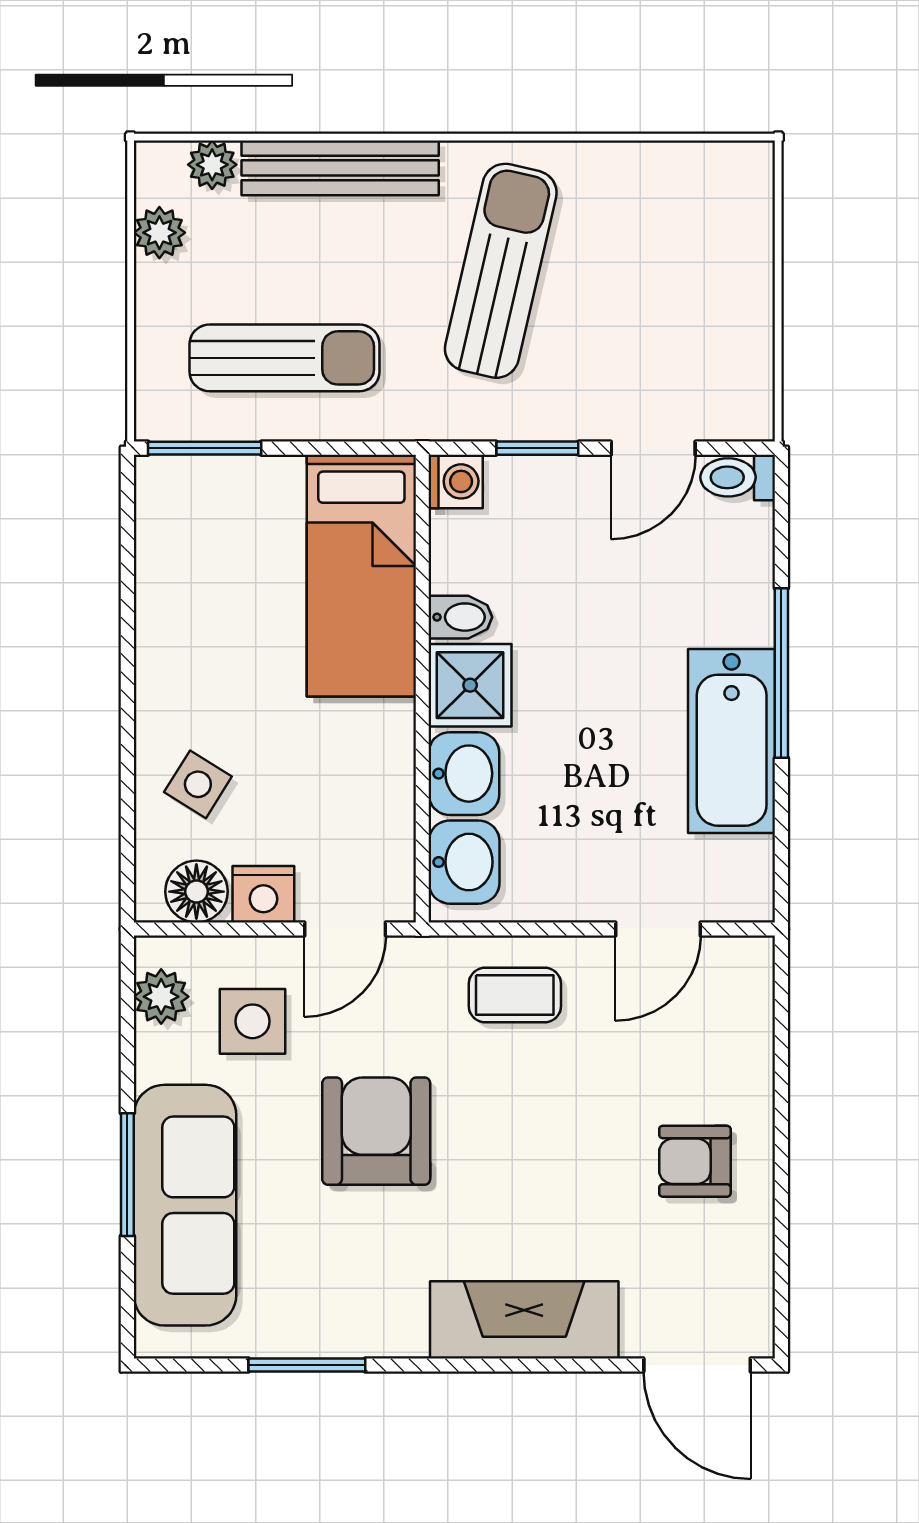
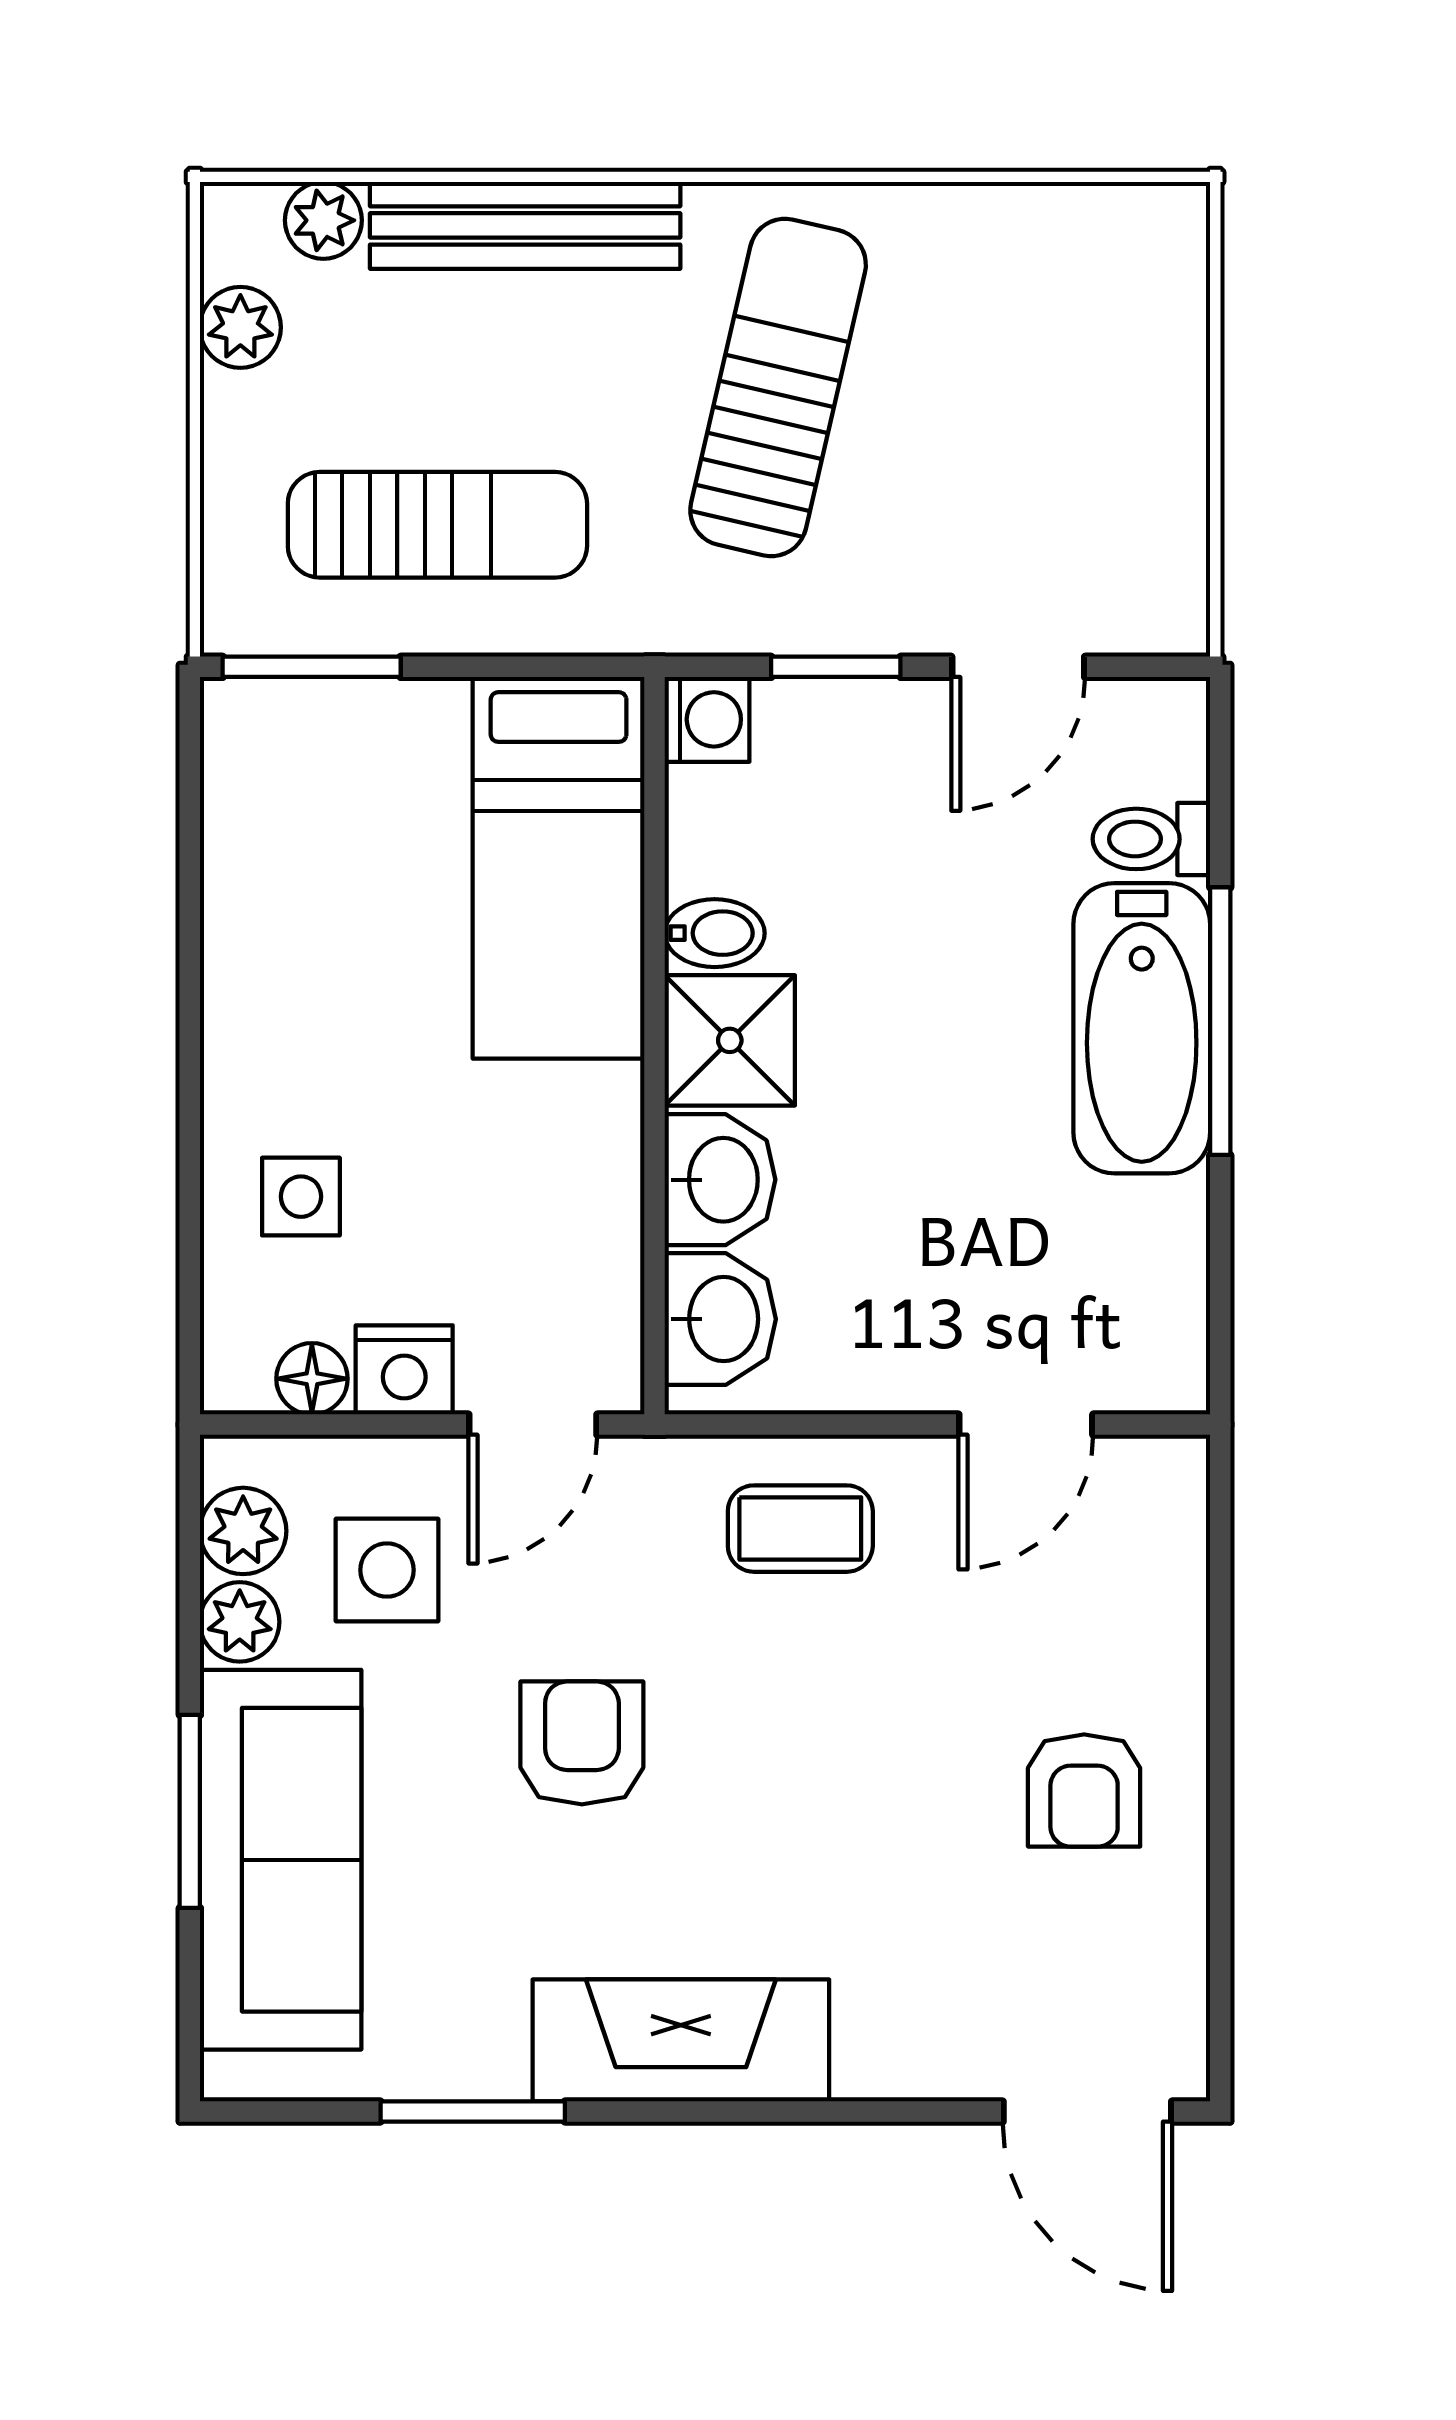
toilet: (738, 477) -> (1151, 839), moved
bathtub: (732, 741) -> (1142, 1028), moved
side table: (198, 784) -> (301, 1197), turned -32
floor lamp: (196, 892) -> (312, 1379), width x0.73, depth x0.73
plant: (159, 1054) -> (240, 1622), added
armchair: (376, 1131) -> (582, 1743), width x0.72, depth x0.72
armchair: (695, 1161) -> (1084, 1790), turned -90
fireplace: (524, 1320) -> (681, 2040), moved

